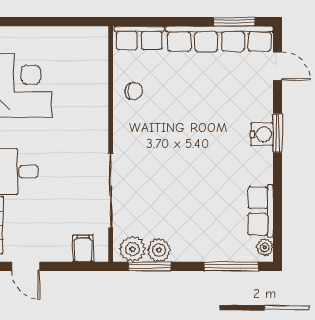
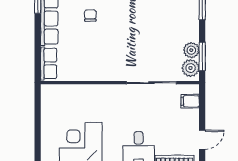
chair: (134, 91) -> (90, 16), moved

